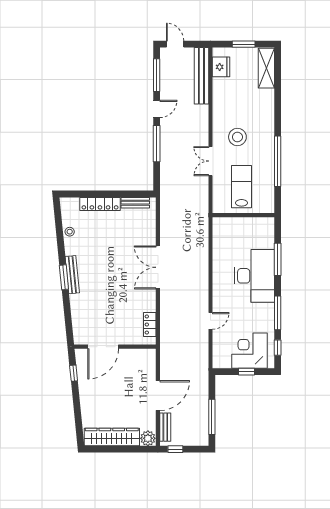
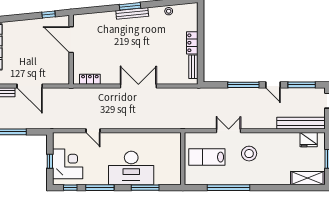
lab bench: (242, 187) -> (207, 157), turned 180
locker: (100, 204) -> (192, 43), width x0.66

